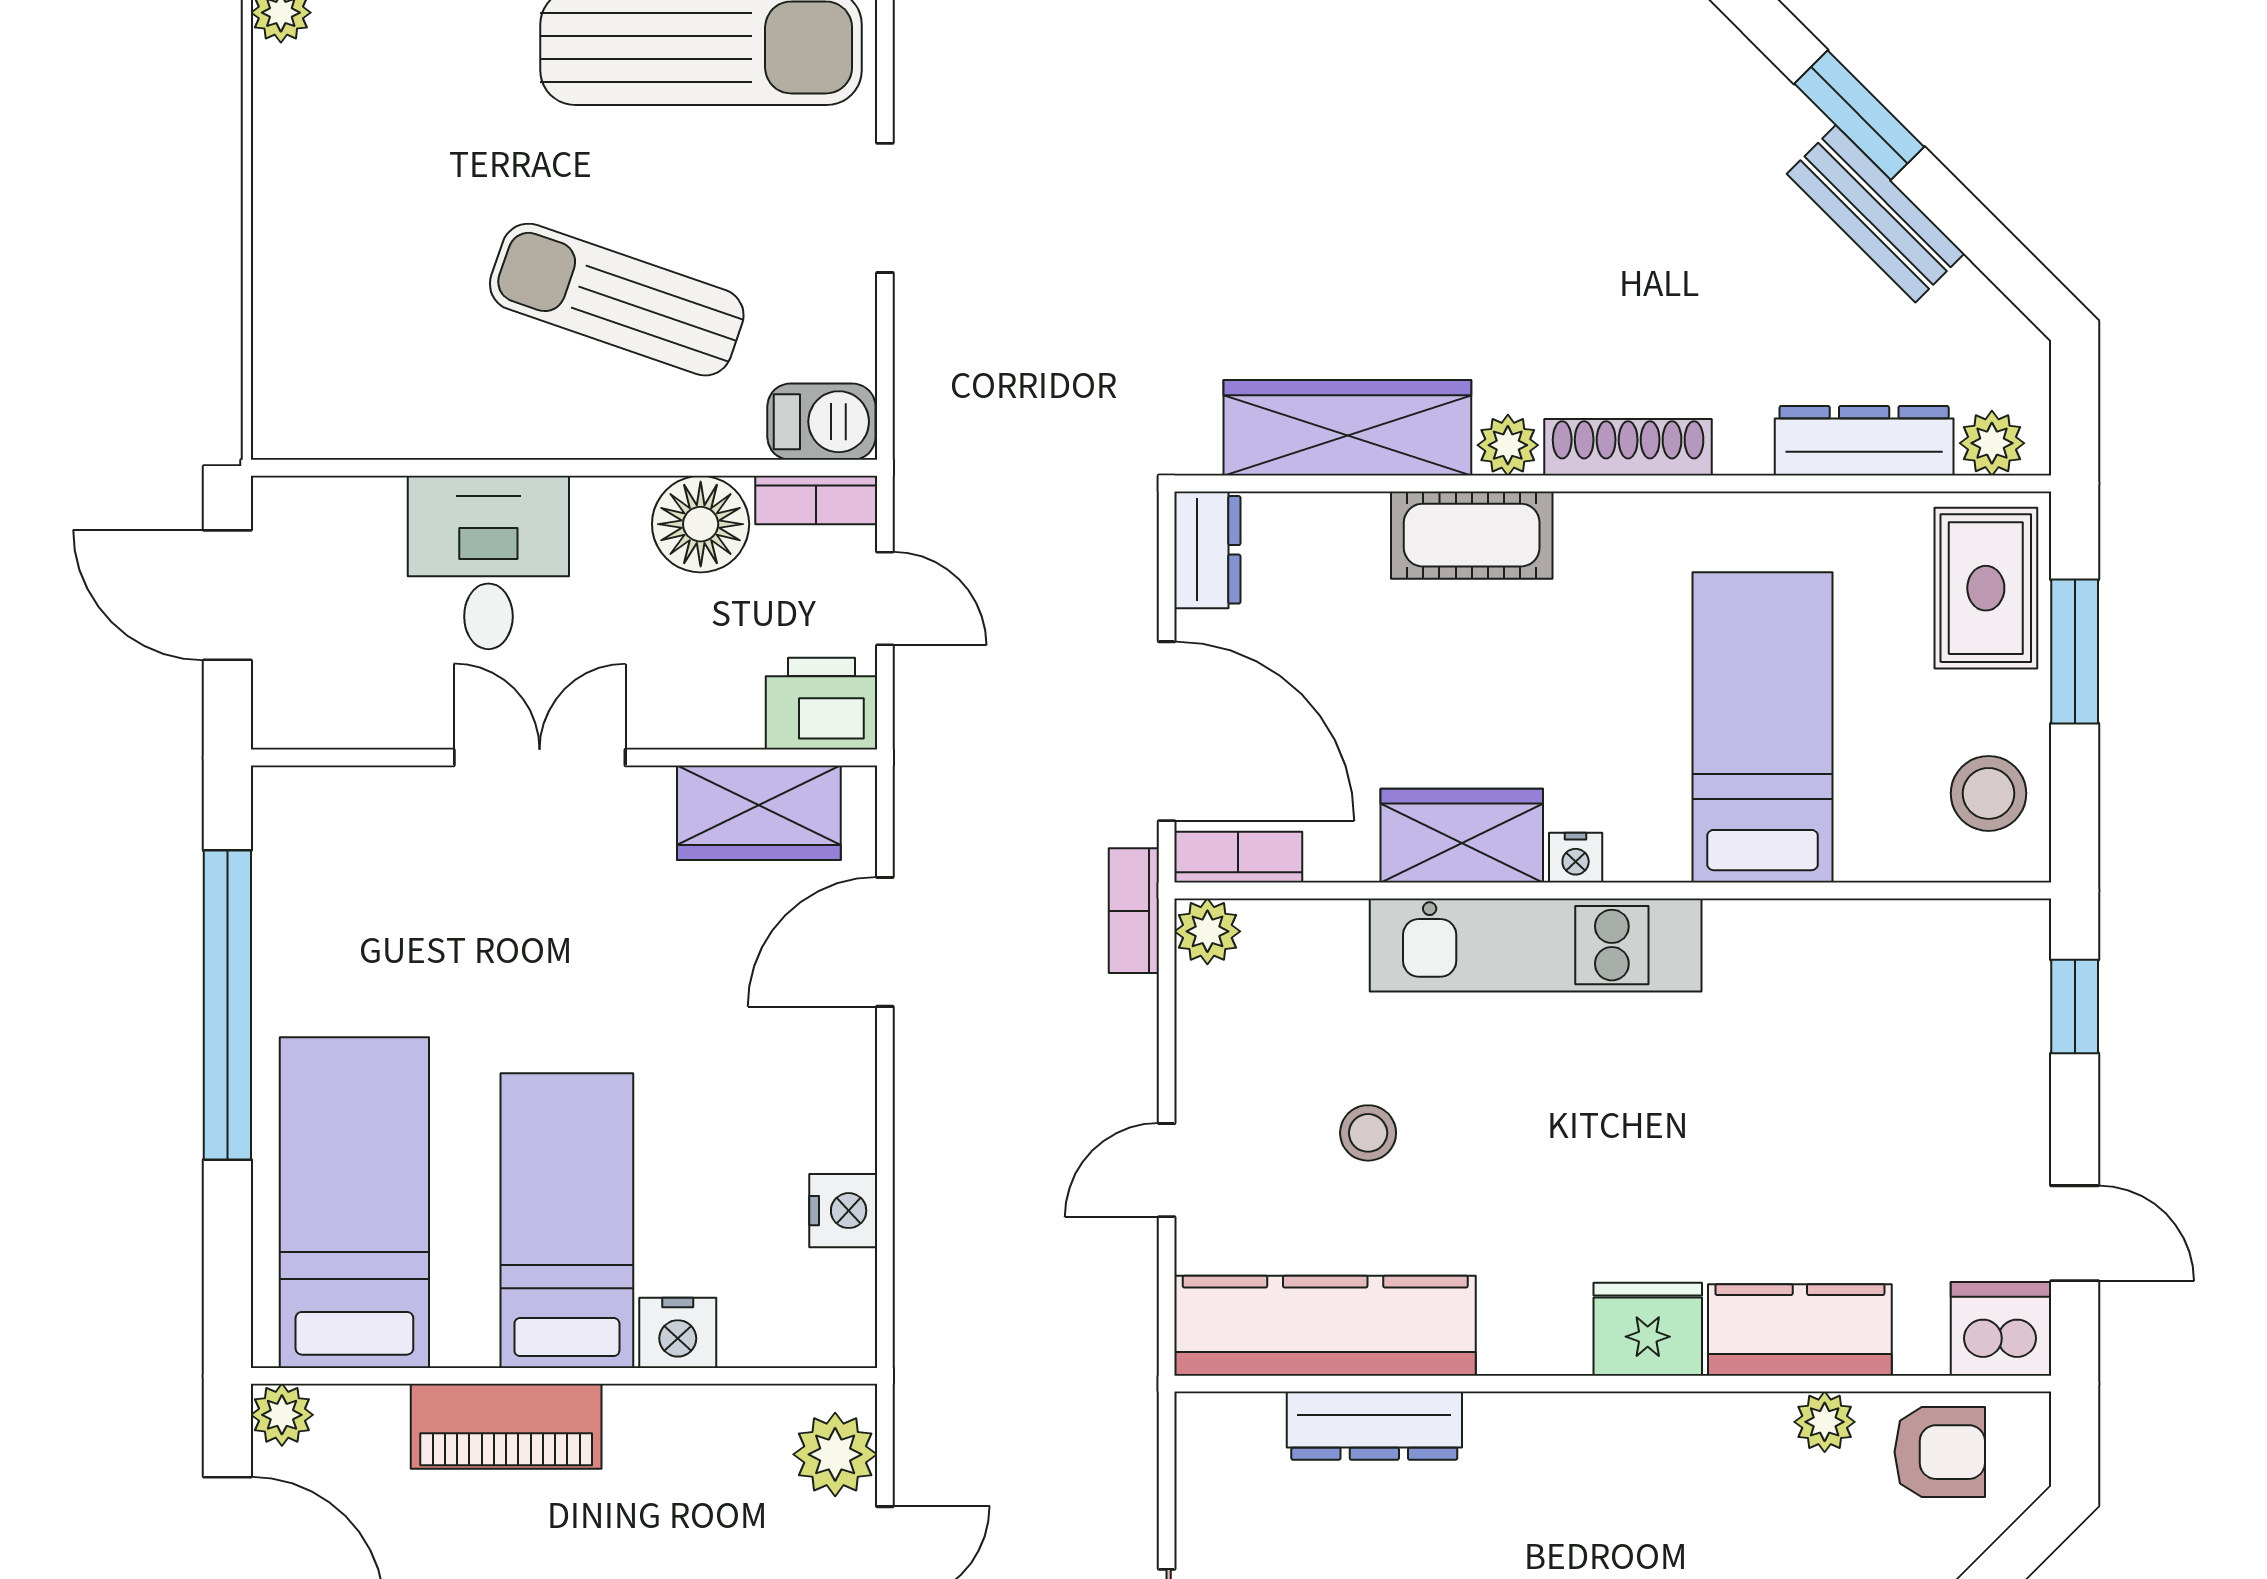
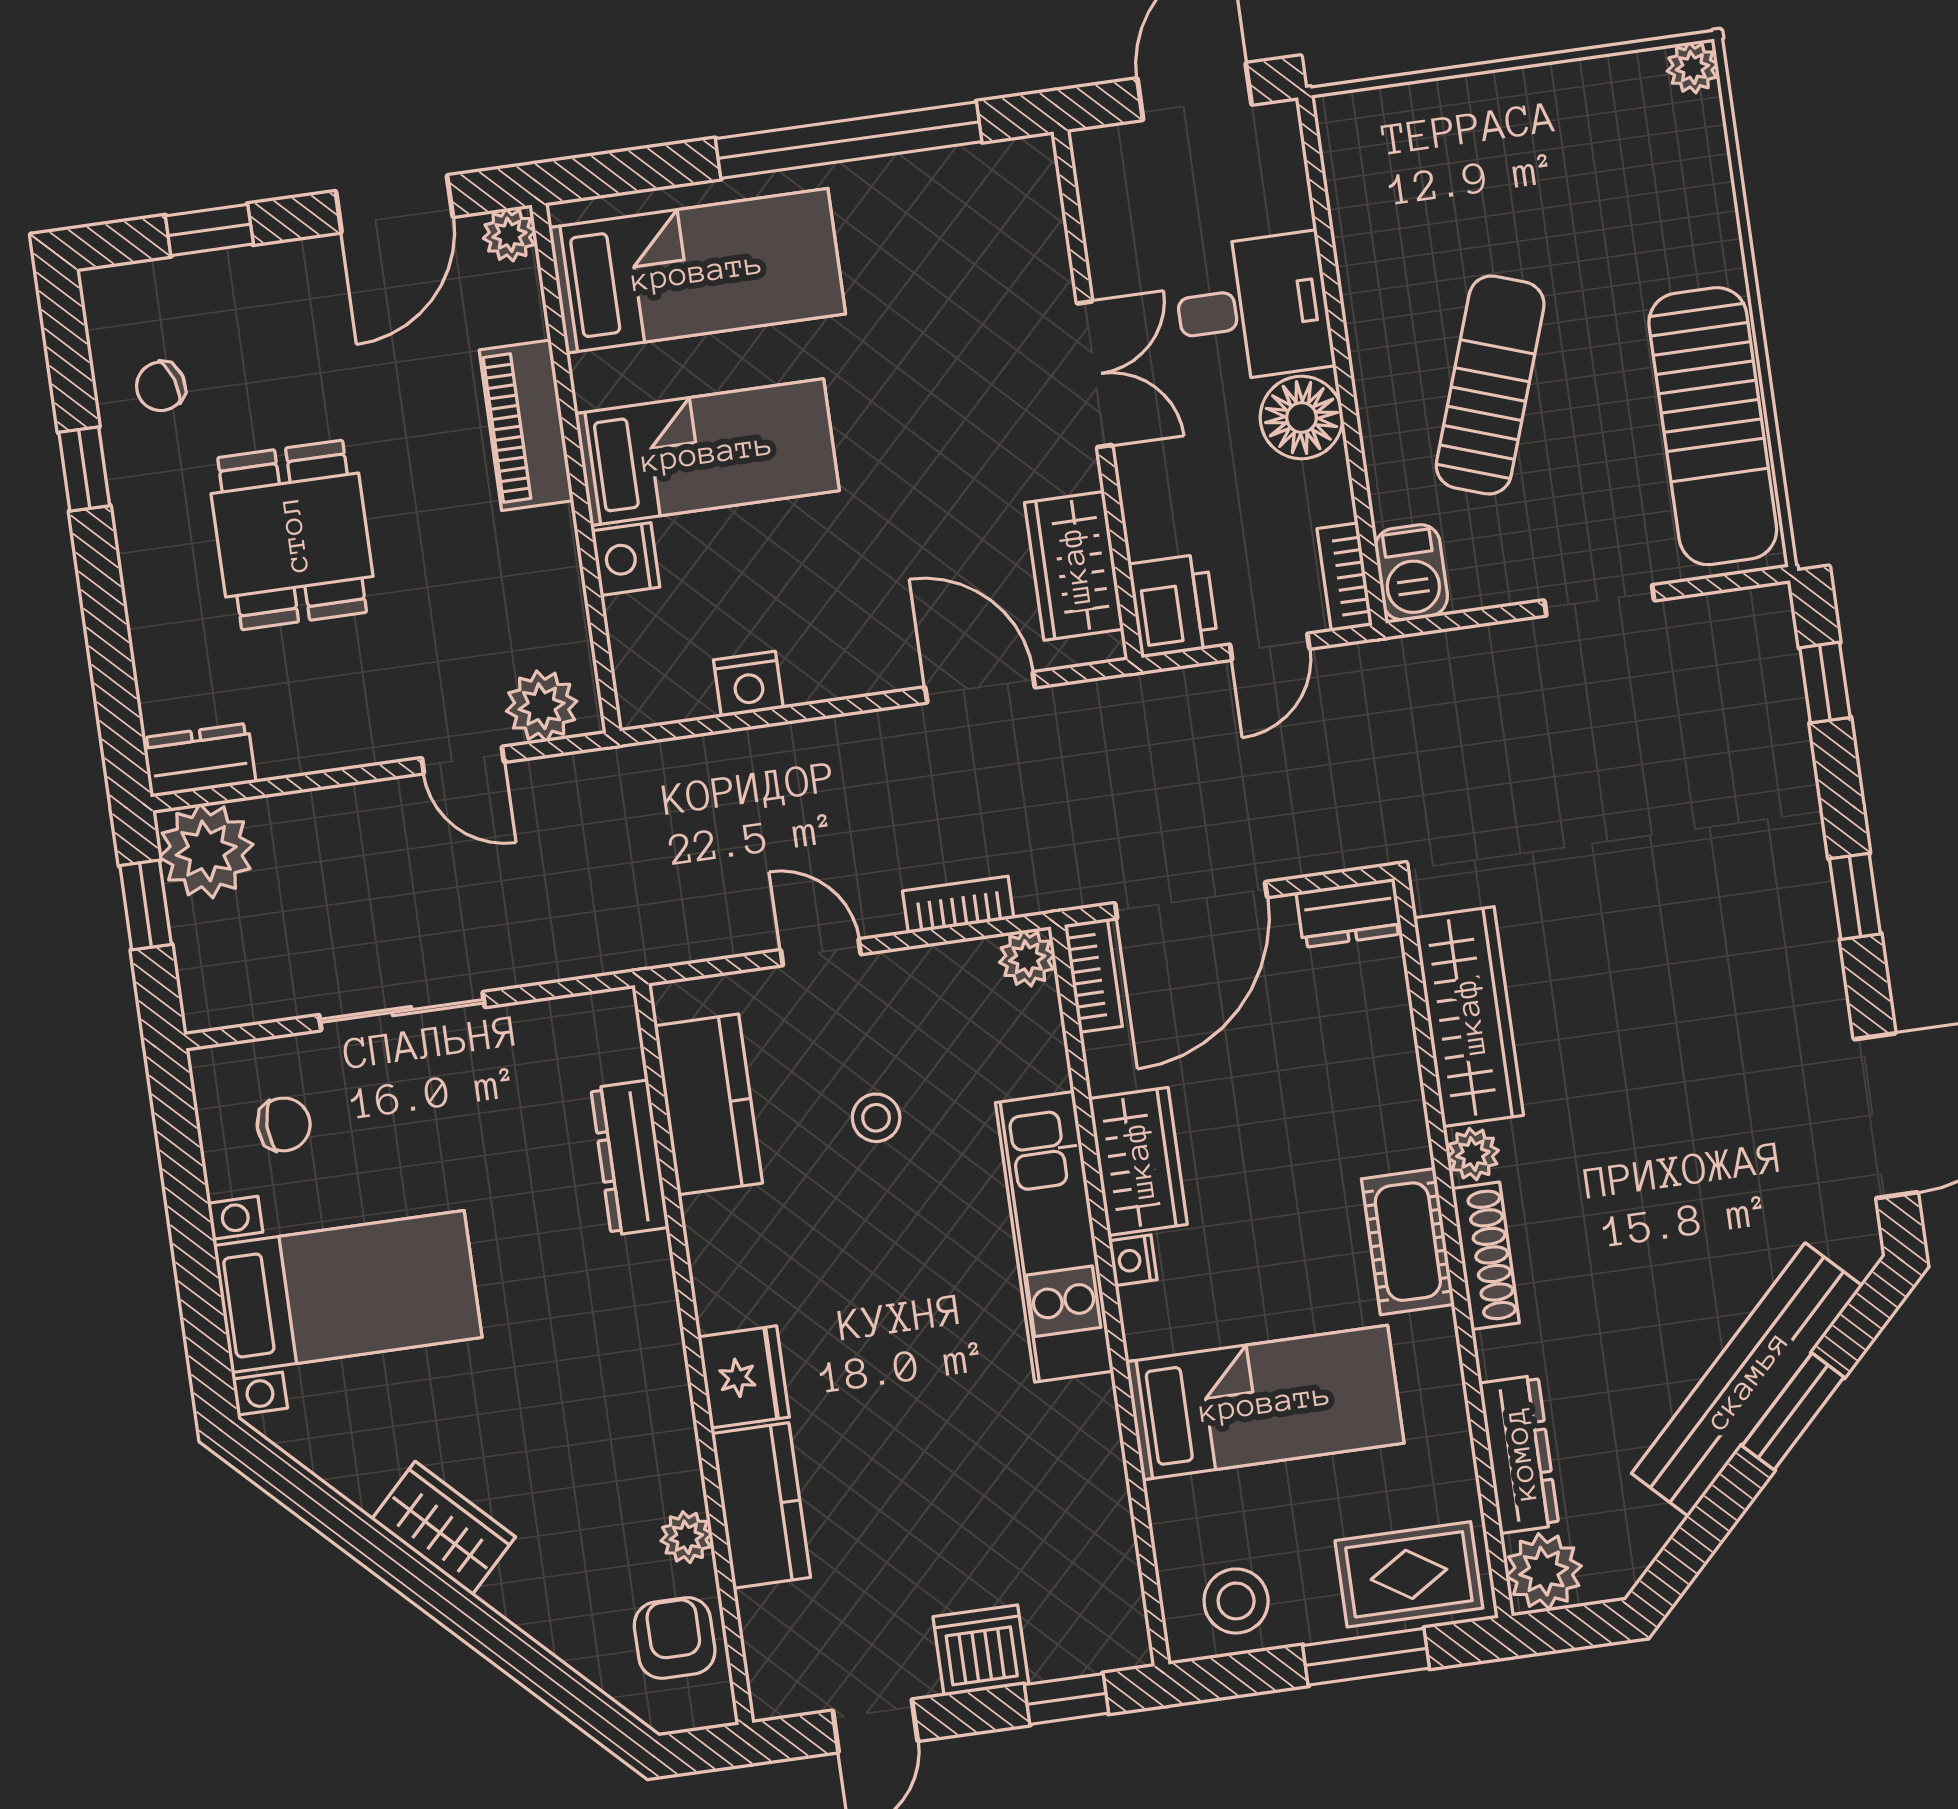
bench: (1876, 214) -> (1747, 1380), width x1.86, depth x1.21
plant: (1992, 443) -> (1544, 1571), width x1.38, depth x1.38
floor lamp: (701, 524) -> (1301, 418), moved
cot: (1472, 535) -> (1408, 1242), moved
bookcase: (1134, 911) -> (958, 905), moved
kitchen counter: (1325, 1326) -> (708, 1104), width x0.67
dishwasher: (2001, 1329) -> (981, 1650), moved, turned -90
armchair: (1940, 1452) -> (675, 1638), turned 180

